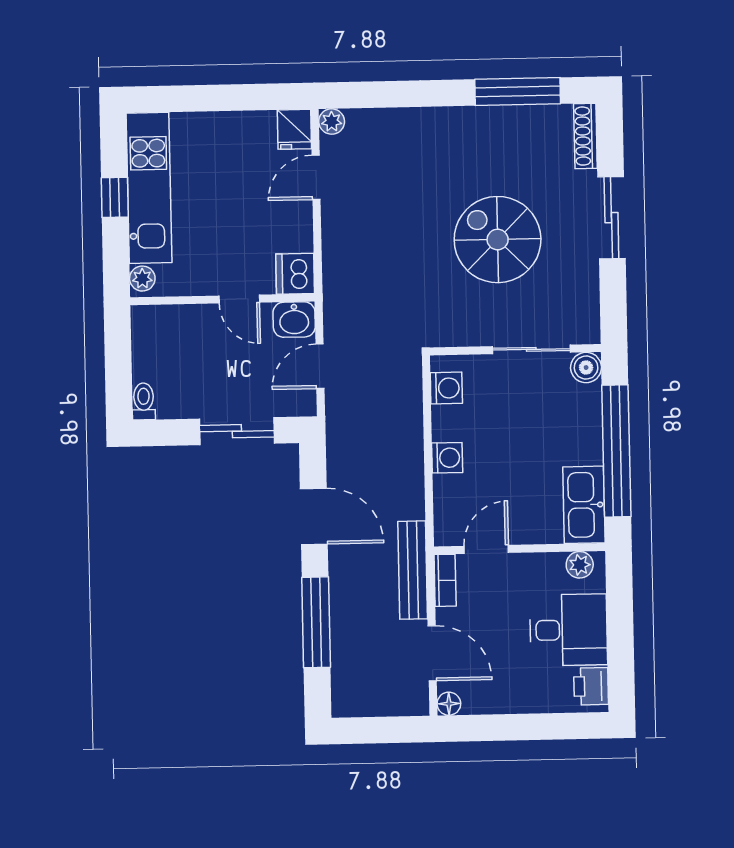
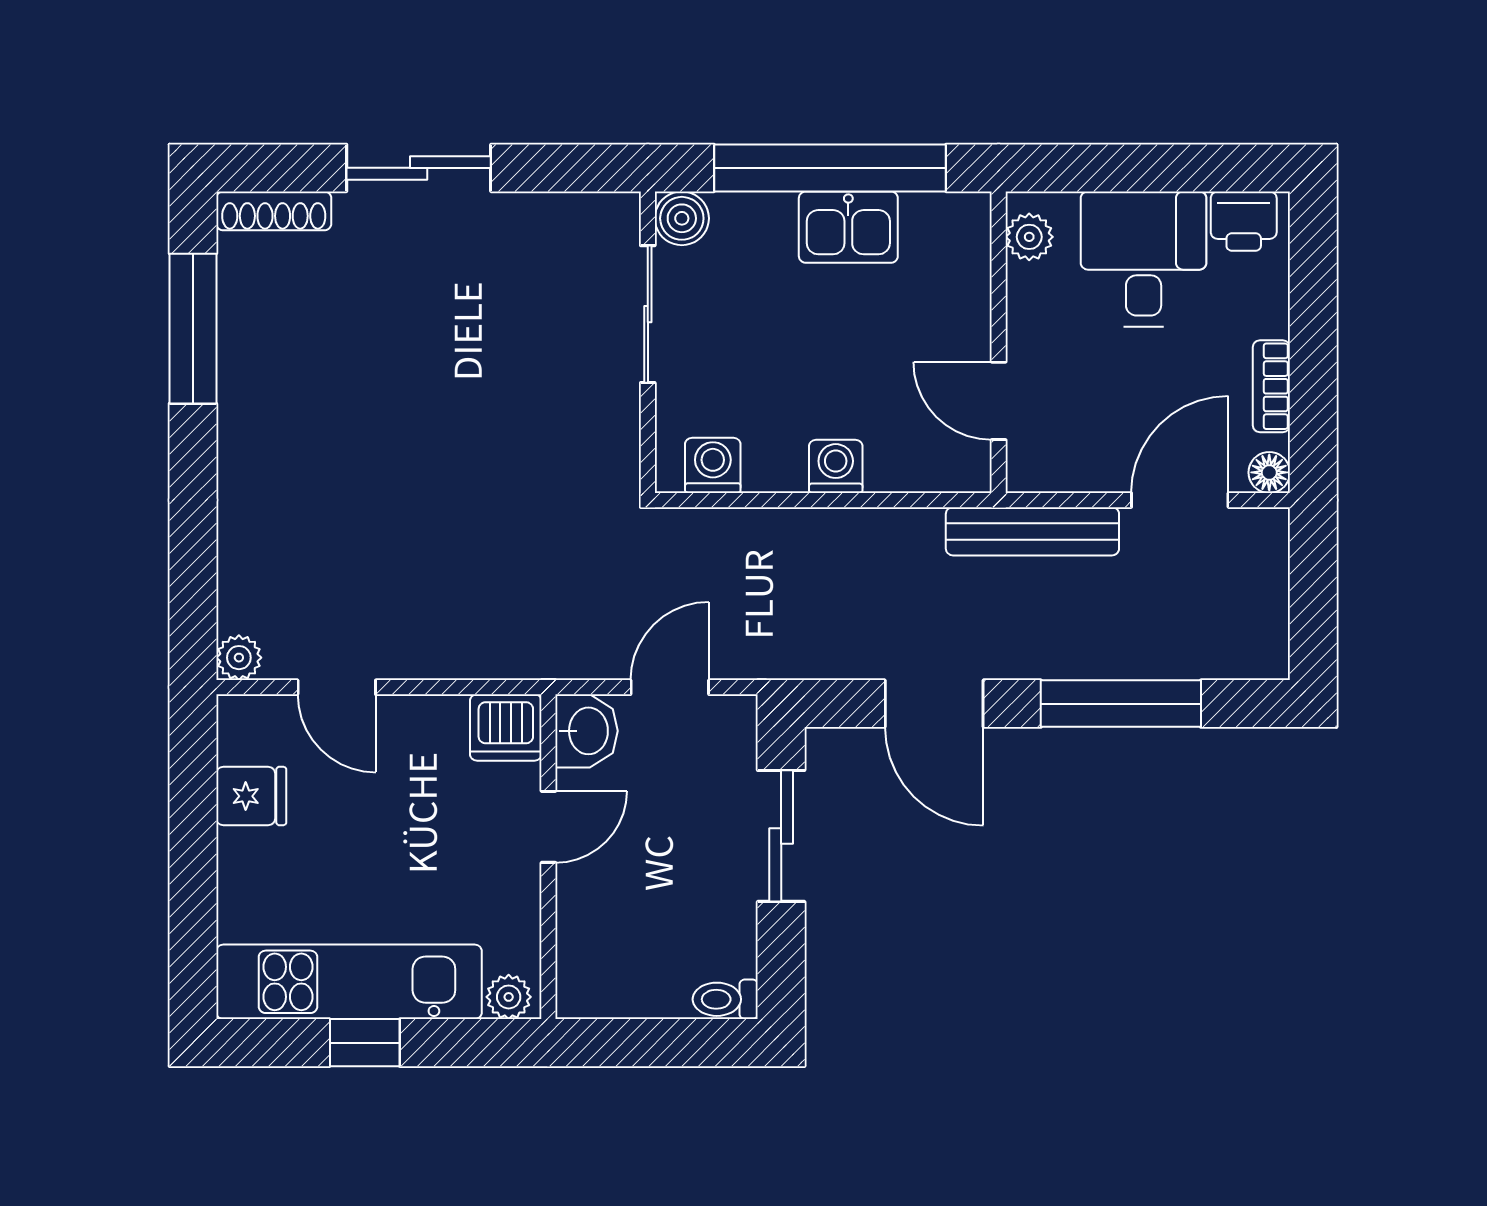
fridge: (294, 129) -> (251, 796), moved
spiral stairs: (498, 240) -> (453, 370), removed
door: (320, 366) -> (670, 687), swing flipped
kitchen sink: (584, 505) -> (848, 227), moved, width x0.73
door: (314, 516) -> (934, 704), swing flipped
bookcase: (445, 580) -> (1271, 386), moved, turned -90

